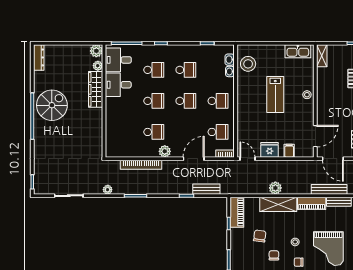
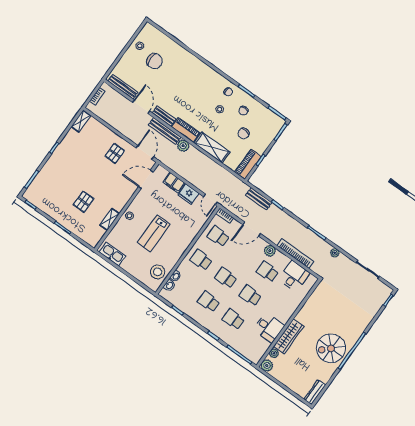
shelving: (322, 56) -> (110, 219), moved
desk: (118, 60) -> (294, 276), moved, turned -90
lab bench: (275, 95) -> (154, 233), turned 180
filing cabinet: (289, 151) -> (174, 183), width x2.00
plant: (275, 188) -> (183, 146), moved
grand piano: (328, 249) -> (198, 86), removed

